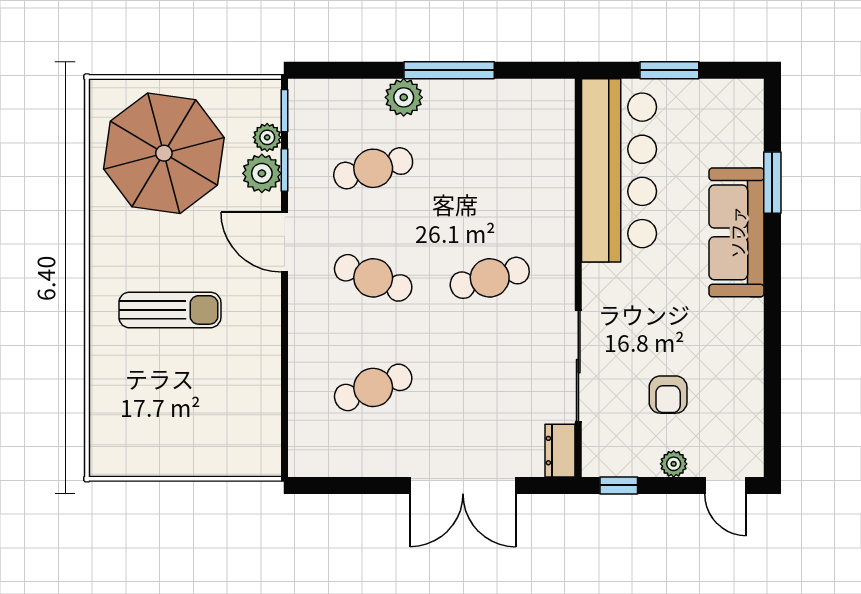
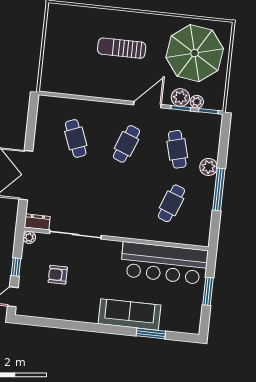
cafe table: (490, 278) -> (171, 203), moved, turned 36
sun lounger: (170, 310) -> (122, 48), turned 90
plant: (674, 464) -> (29, 237), moved
window: (619, 485) -> (16, 267), moved

